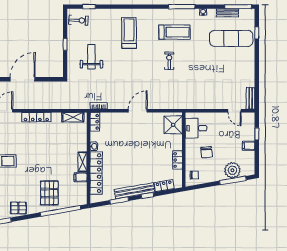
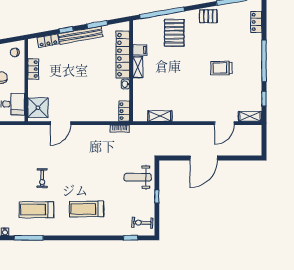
treadmill: (129, 33) -> (87, 209), turned 90
weight bench: (91, 57) -> (138, 177), moved, turned 90
door: (138, 111) -> (60, 123), moved
locker: (36, 117) -> (189, 116), removed
shelving: (73, 117) -> (160, 116), moved

